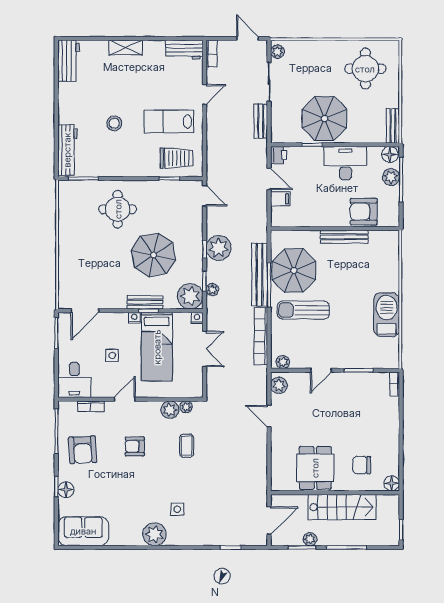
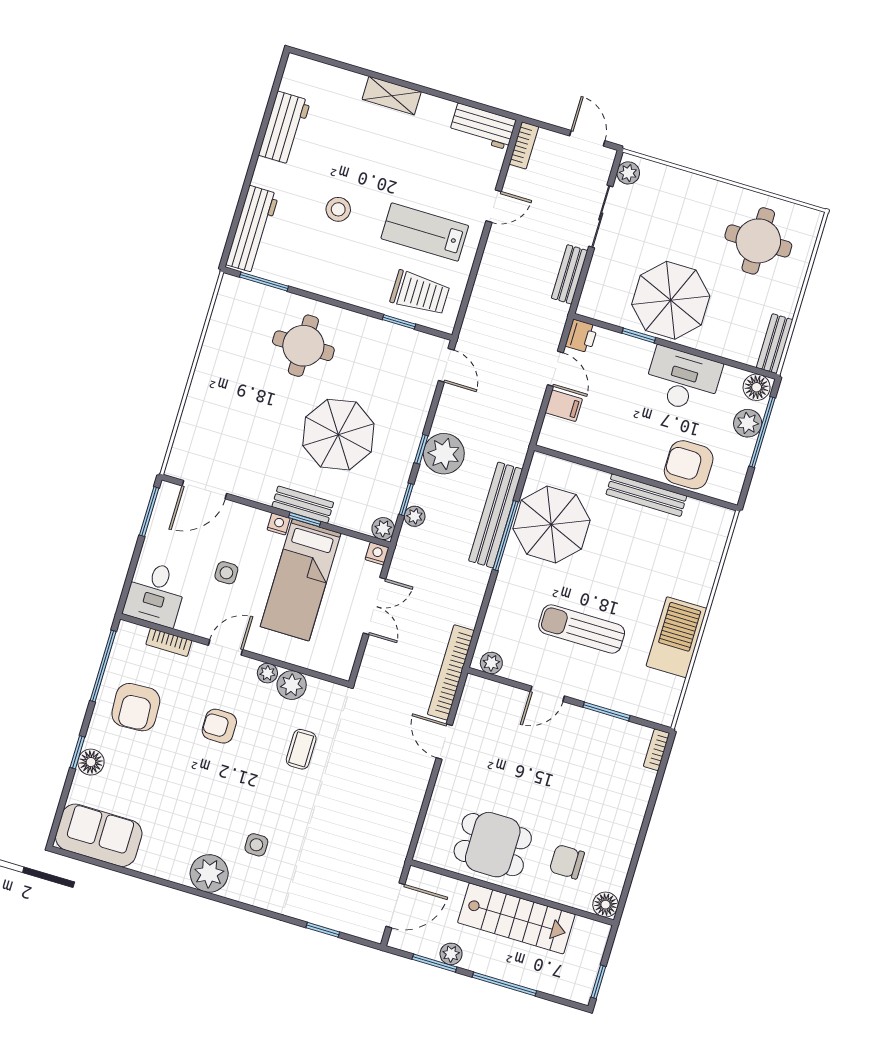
workbench: (69, 61) -> (284, 128), moved
plant: (190, 296) -> (383, 529), width x0.53, depth x0.53
sun lounger: (303, 310) -> (582, 629), moved
bookcase: (261, 336) -> (451, 672), moved
plant: (279, 385) -> (474, 698), removed
plant: (186, 407) -> (267, 673), moved
dining table: (315, 468) -> (493, 845), turned 90

